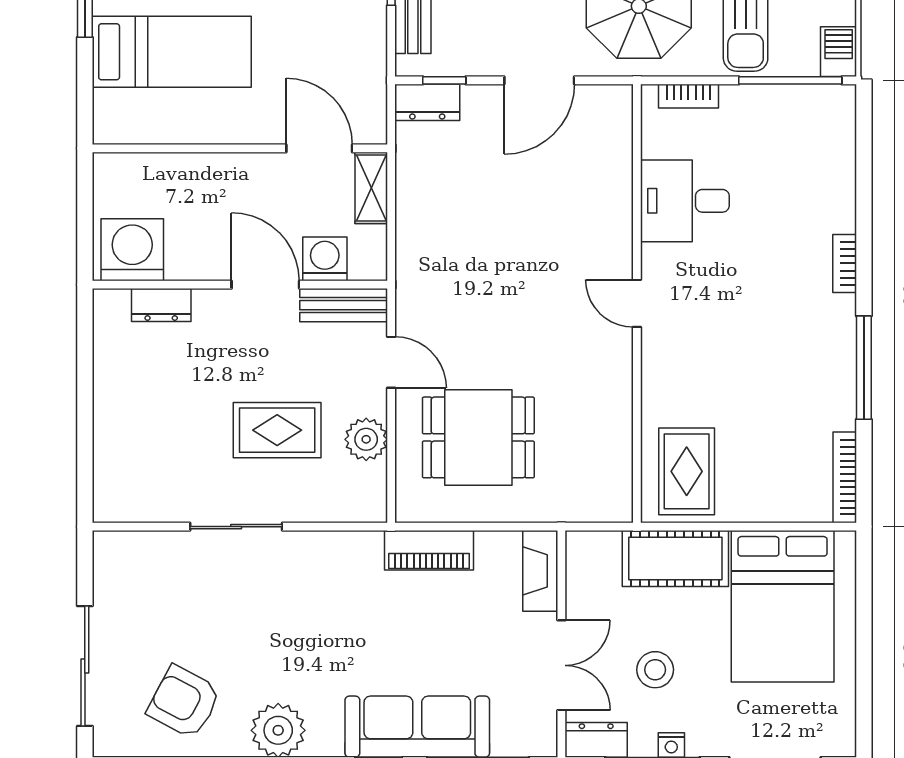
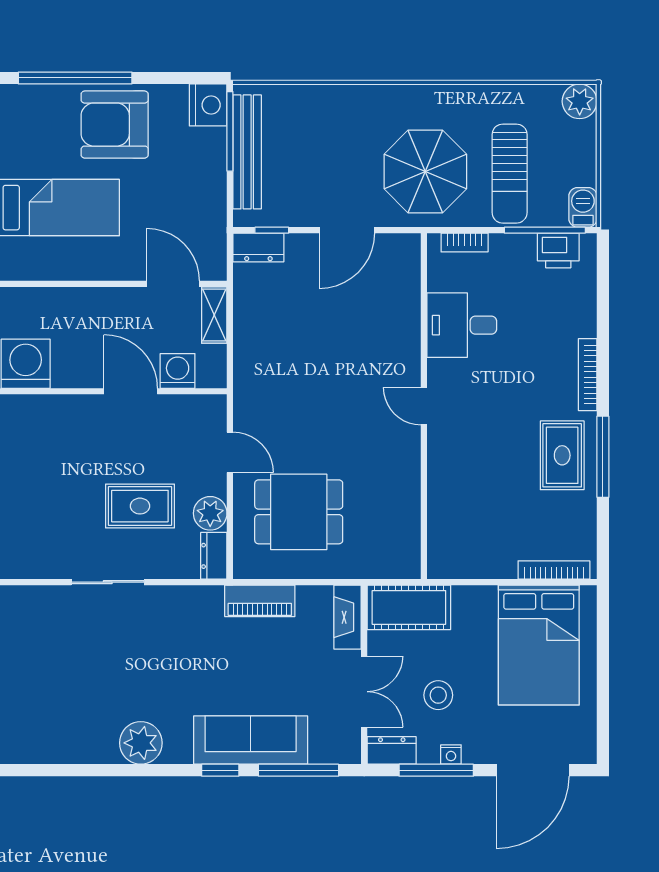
printer: (807, 106) -> (558, 250), added
bookcase: (845, 263) -> (588, 375), width x1.56
dresser: (161, 305) -> (214, 556), moved, turned 90
bench: (344, 305) -> (192, 407), removed
rug: (687, 471) -> (562, 455), moved
bookcase: (845, 477) -> (554, 570), moved, turned 90
cot: (675, 559) -> (409, 607), moved
armchair: (184, 702) -> (67, 721), removed

